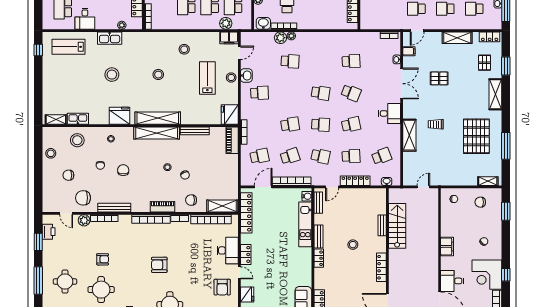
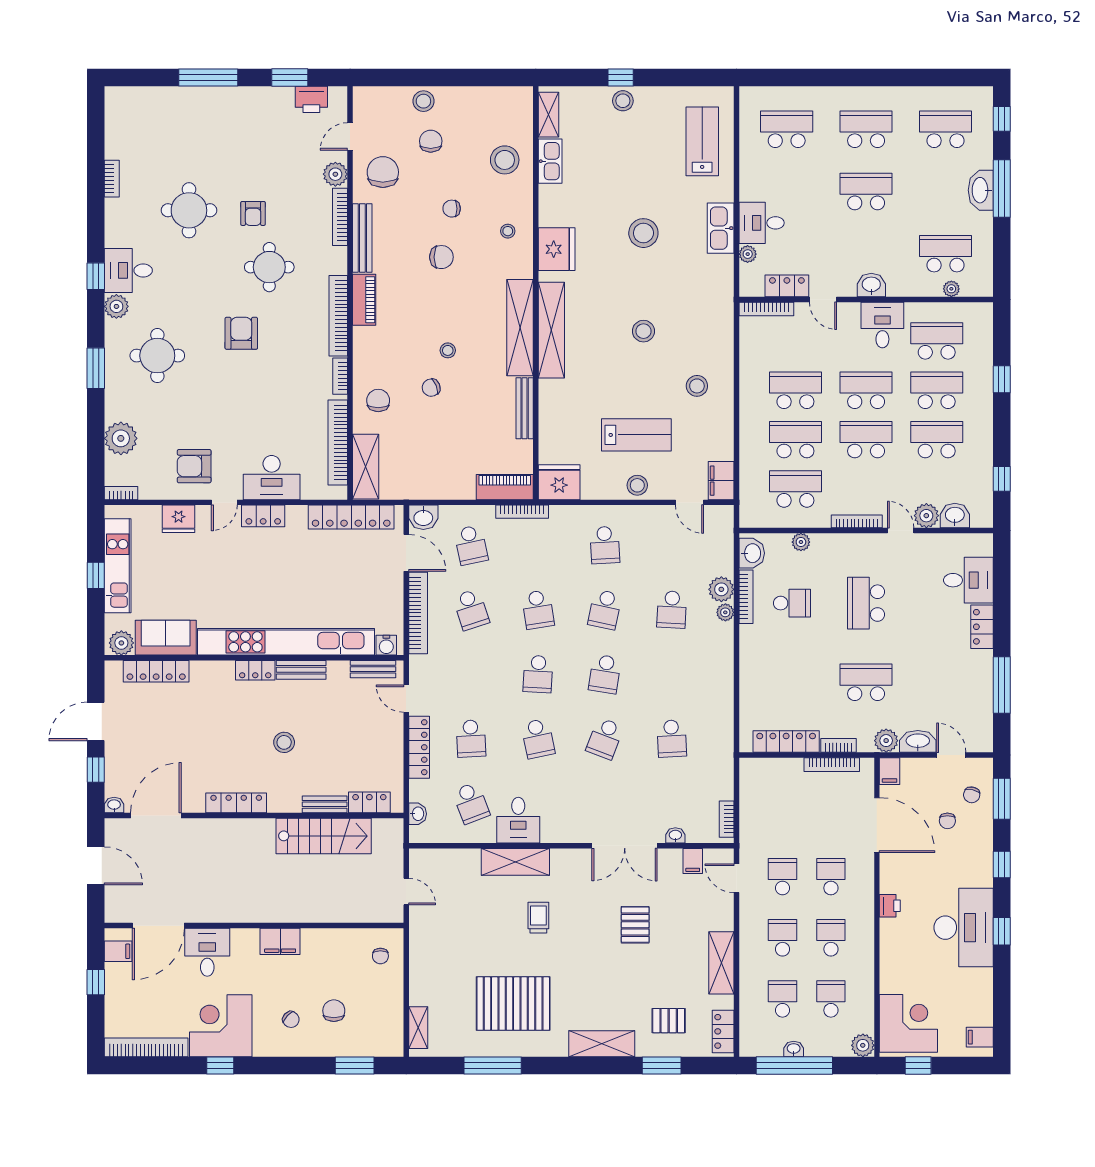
desk: (85, 19) -> (762, 223), moved
plant: (226, 23) -> (752, 474), removed
window: (38, 50) -> (621, 78), moved
washbasin: (246, 76) -> (423, 517), moved
stool: (49, 84) -> (623, 101), added
desk: (390, 113) -> (518, 820), moved
stool: (51, 153) -> (423, 101), moved
school desk: (321, 156) -> (605, 610), moved
chair: (480, 202) -> (334, 1011), moved
locker: (381, 204) -> (369, 802), added
piano: (163, 207) -> (364, 300), moved
kitchen unit: (305, 224) -> (286, 642), width x1.86
round table: (65, 282) -> (269, 267), moved

